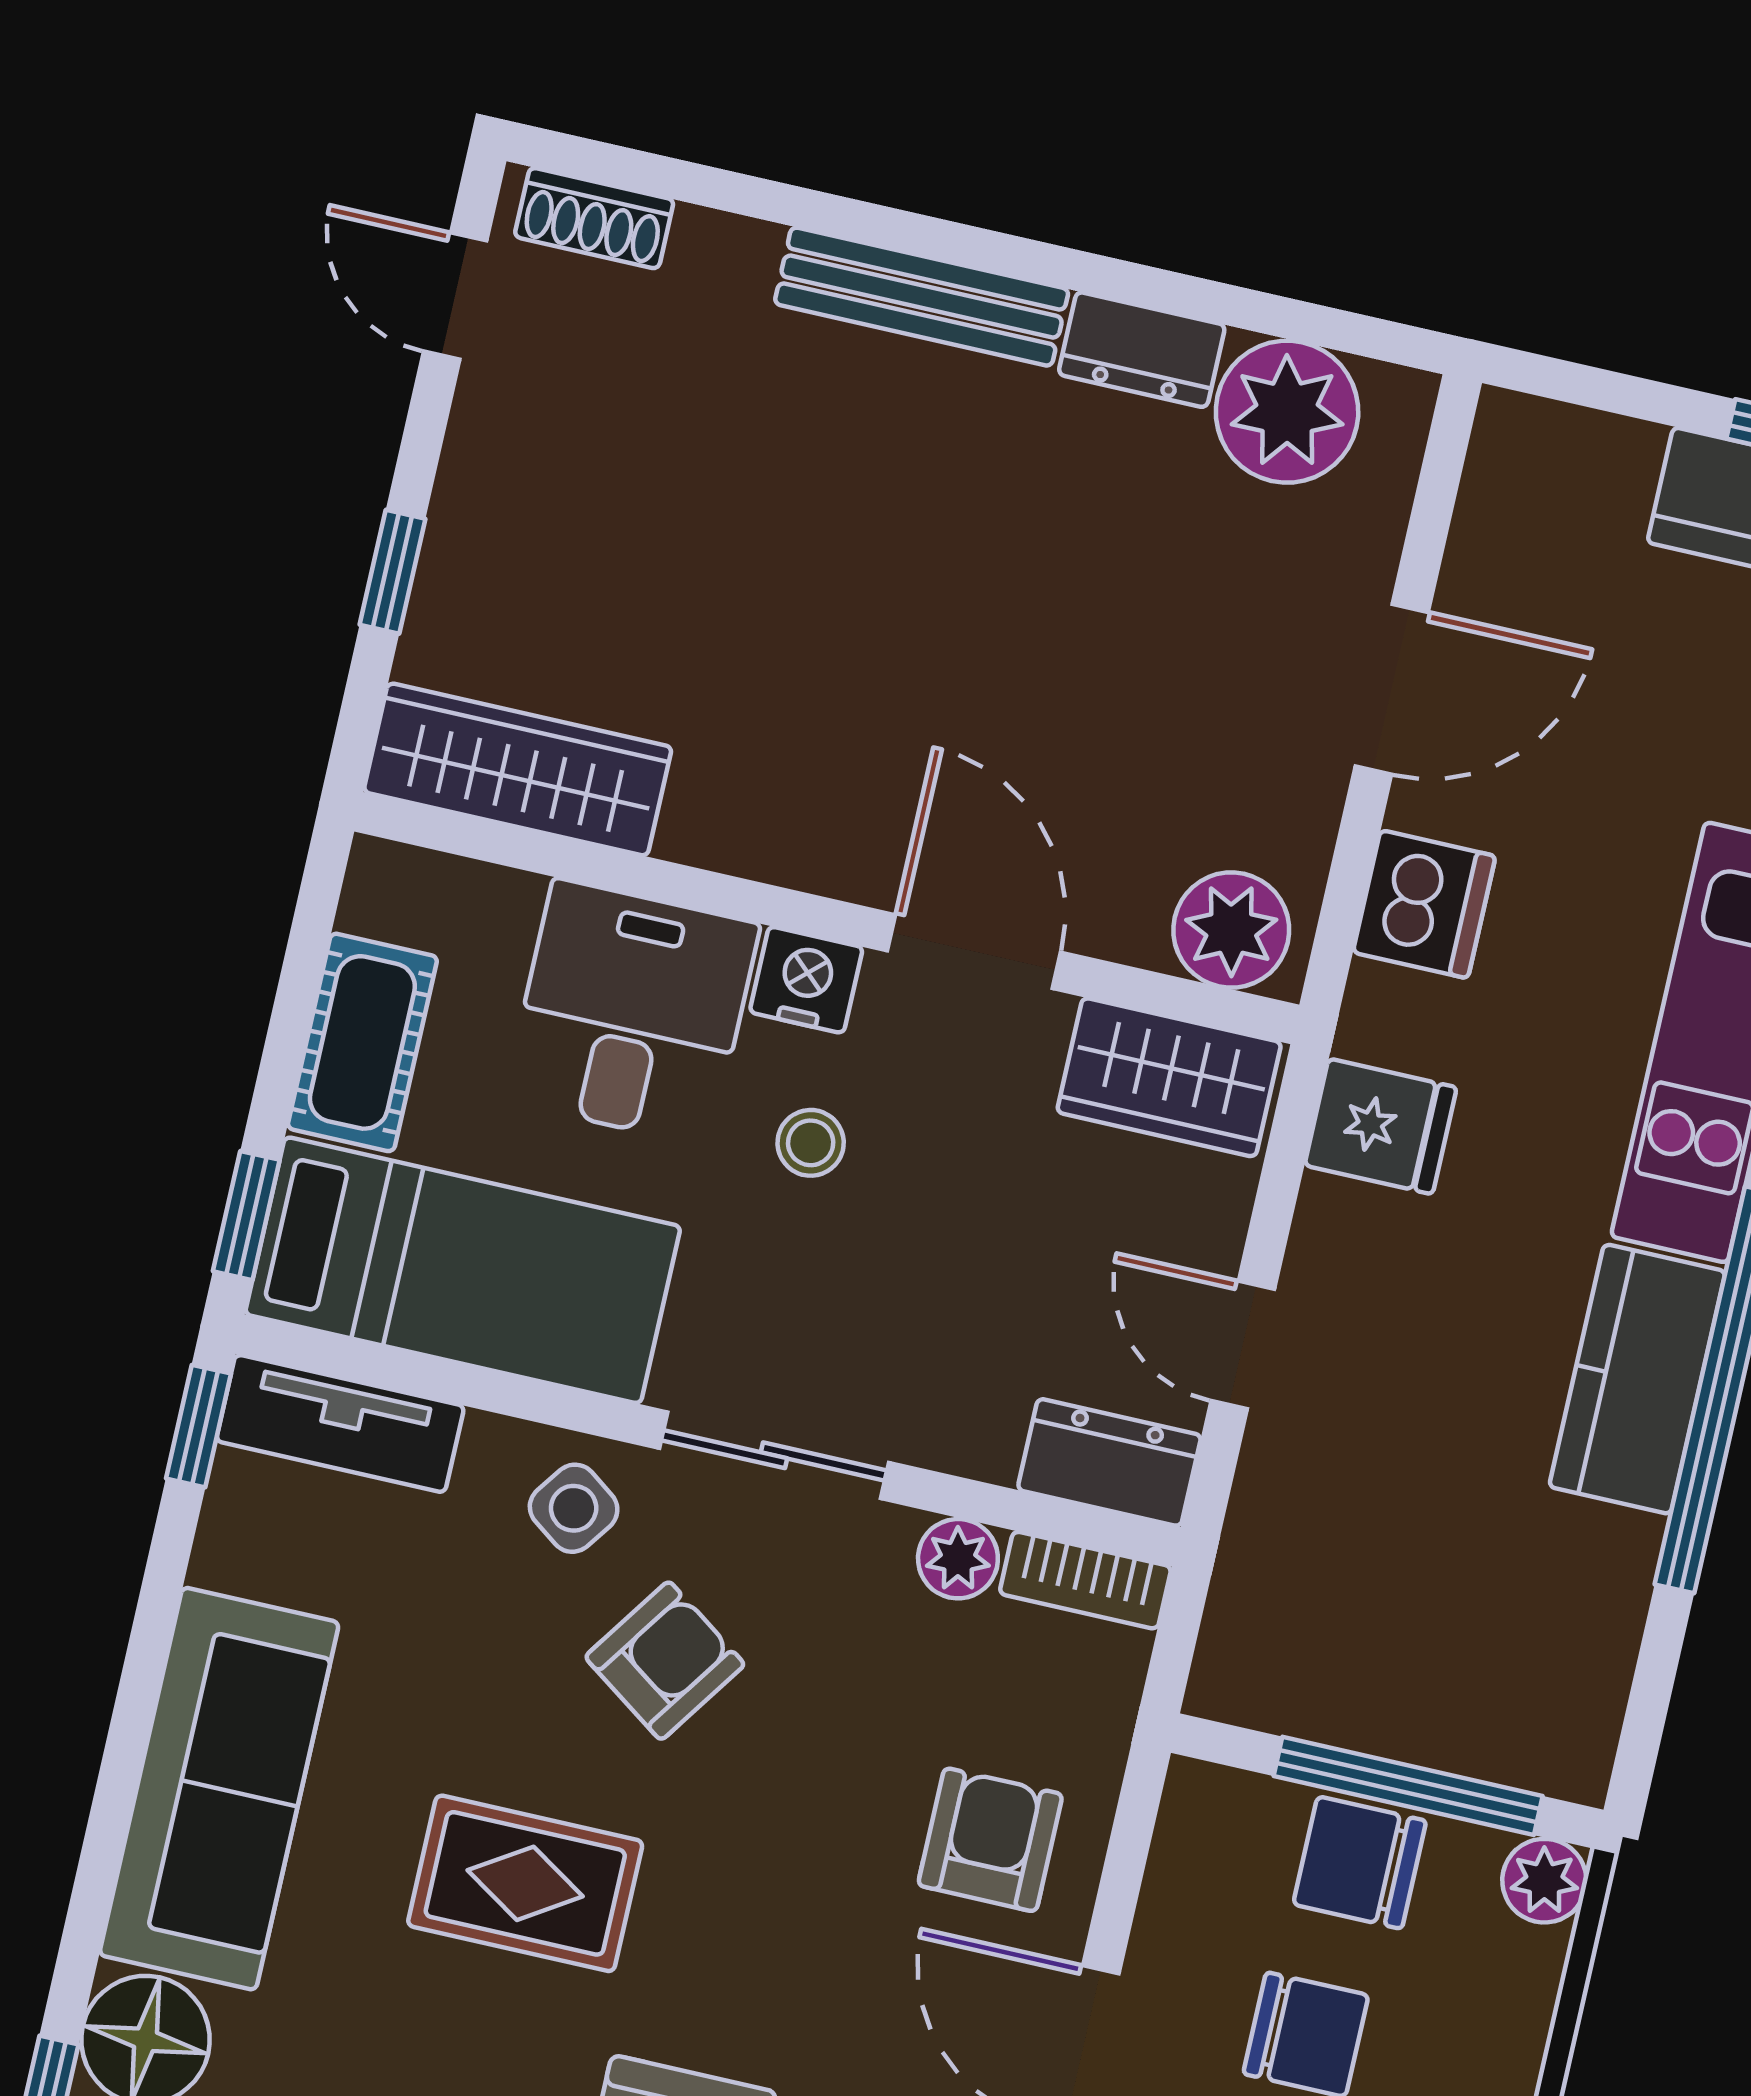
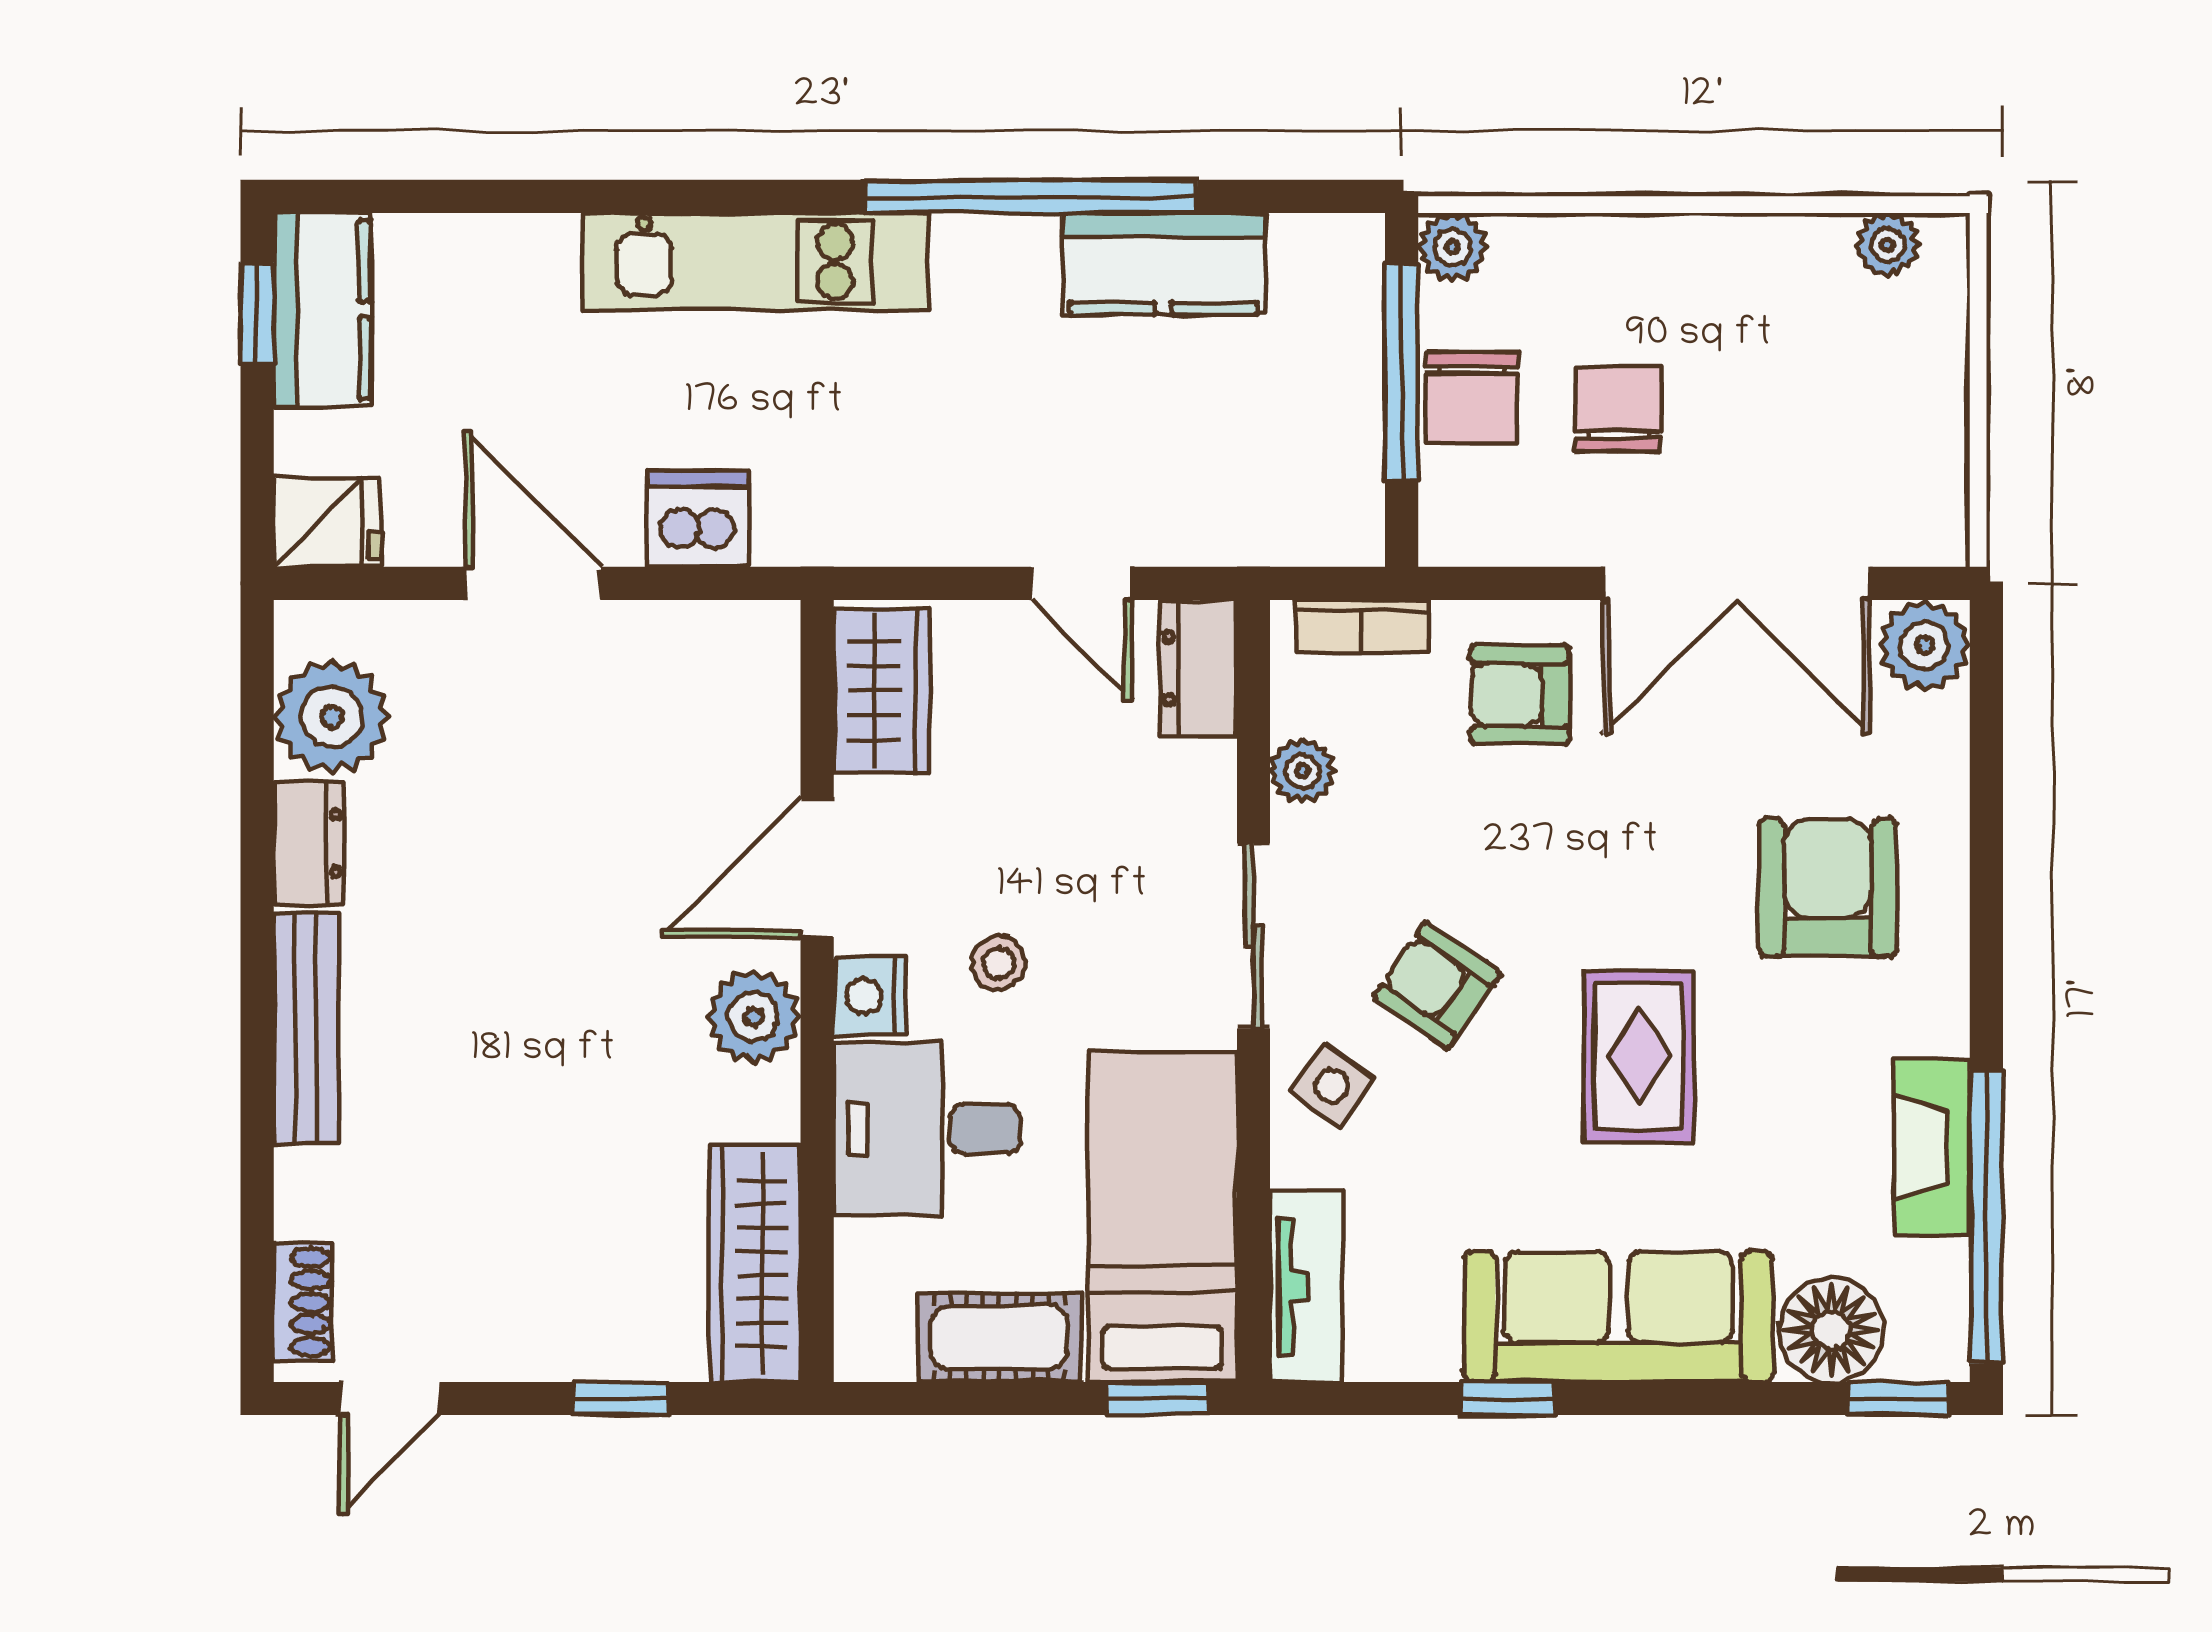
plant: (1231, 930) -> (754, 1017), moved
fridge: (1381, 1126) -> (327, 522), moved, turned 90
door: (1243, 1345) -> (1081, 583), hinge flipped
kitchen counter: (1637, 1379) -> (1164, 264), moved
window: (198, 1426) -> (1507, 1399), moved
bookcase: (1085, 1580) -> (1362, 626), moved, turned 90

